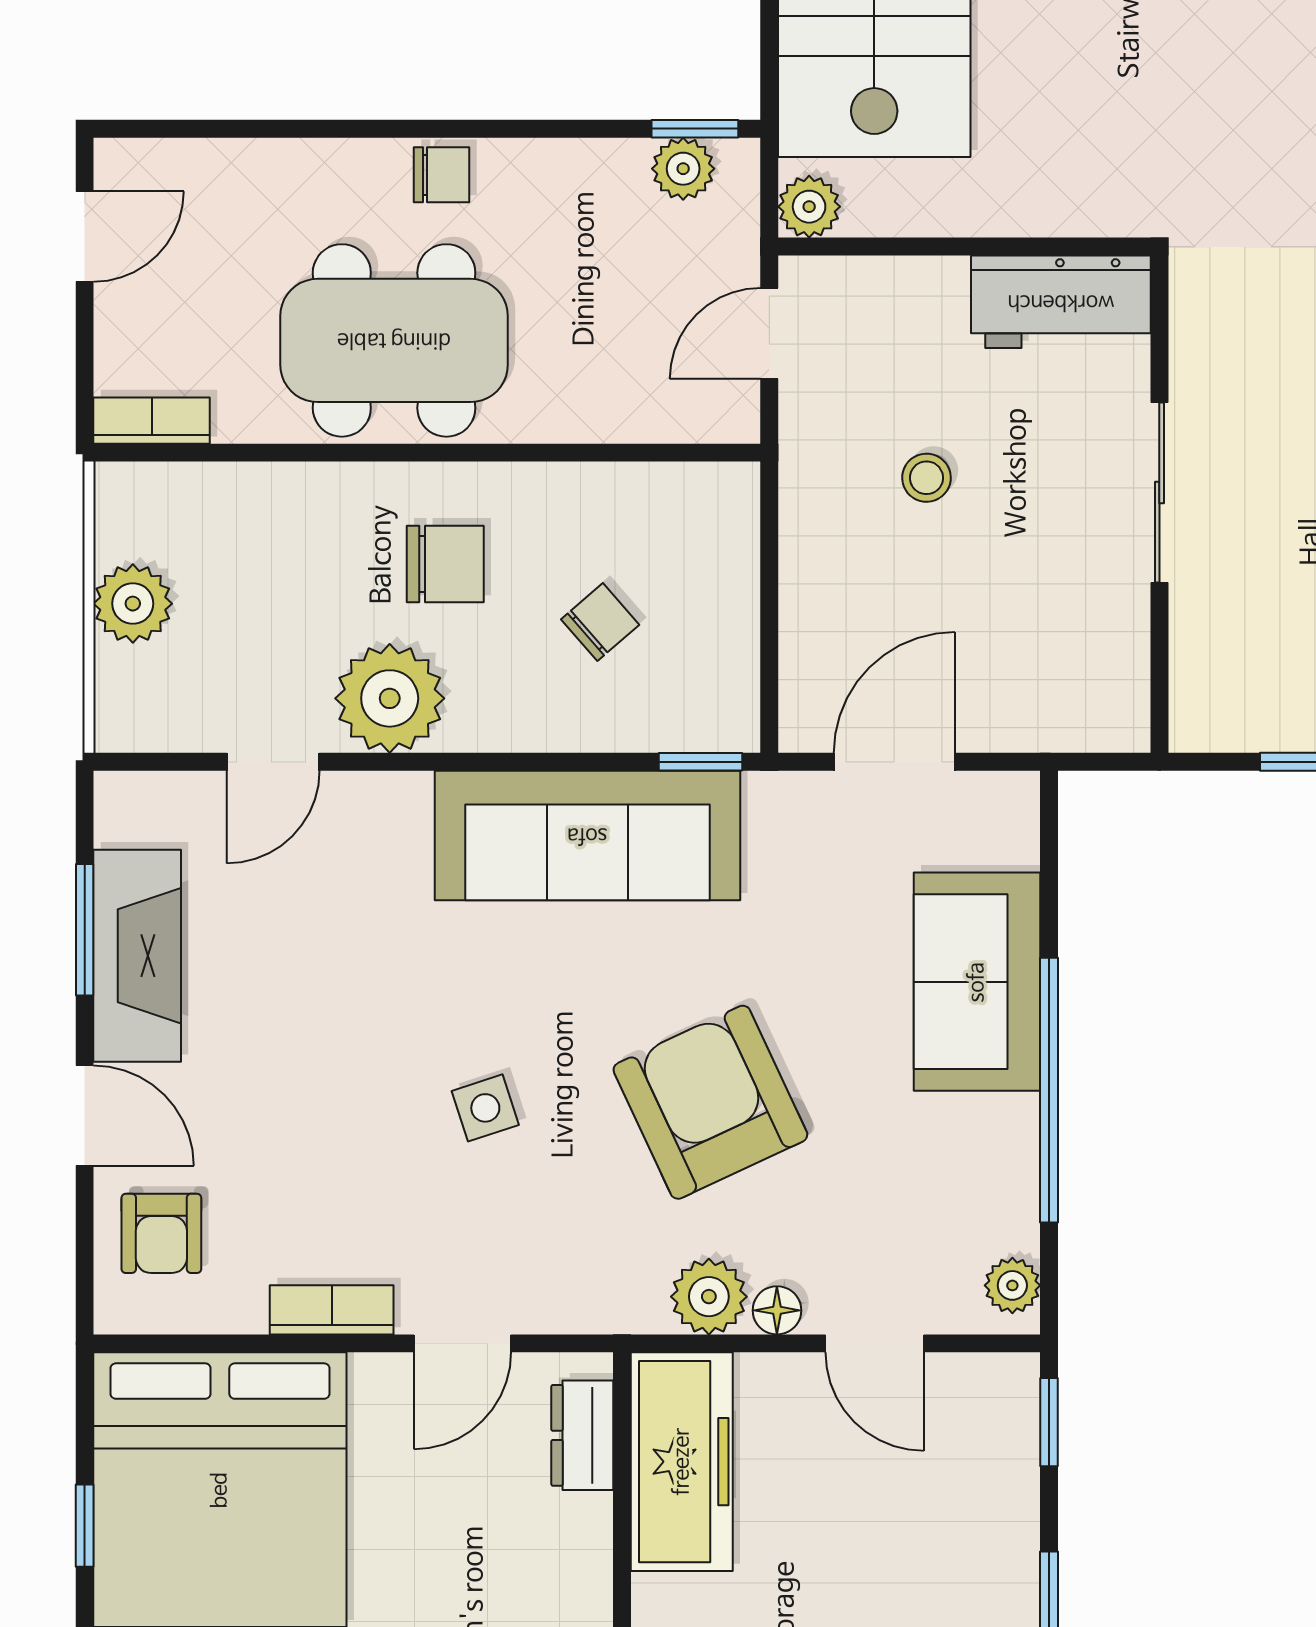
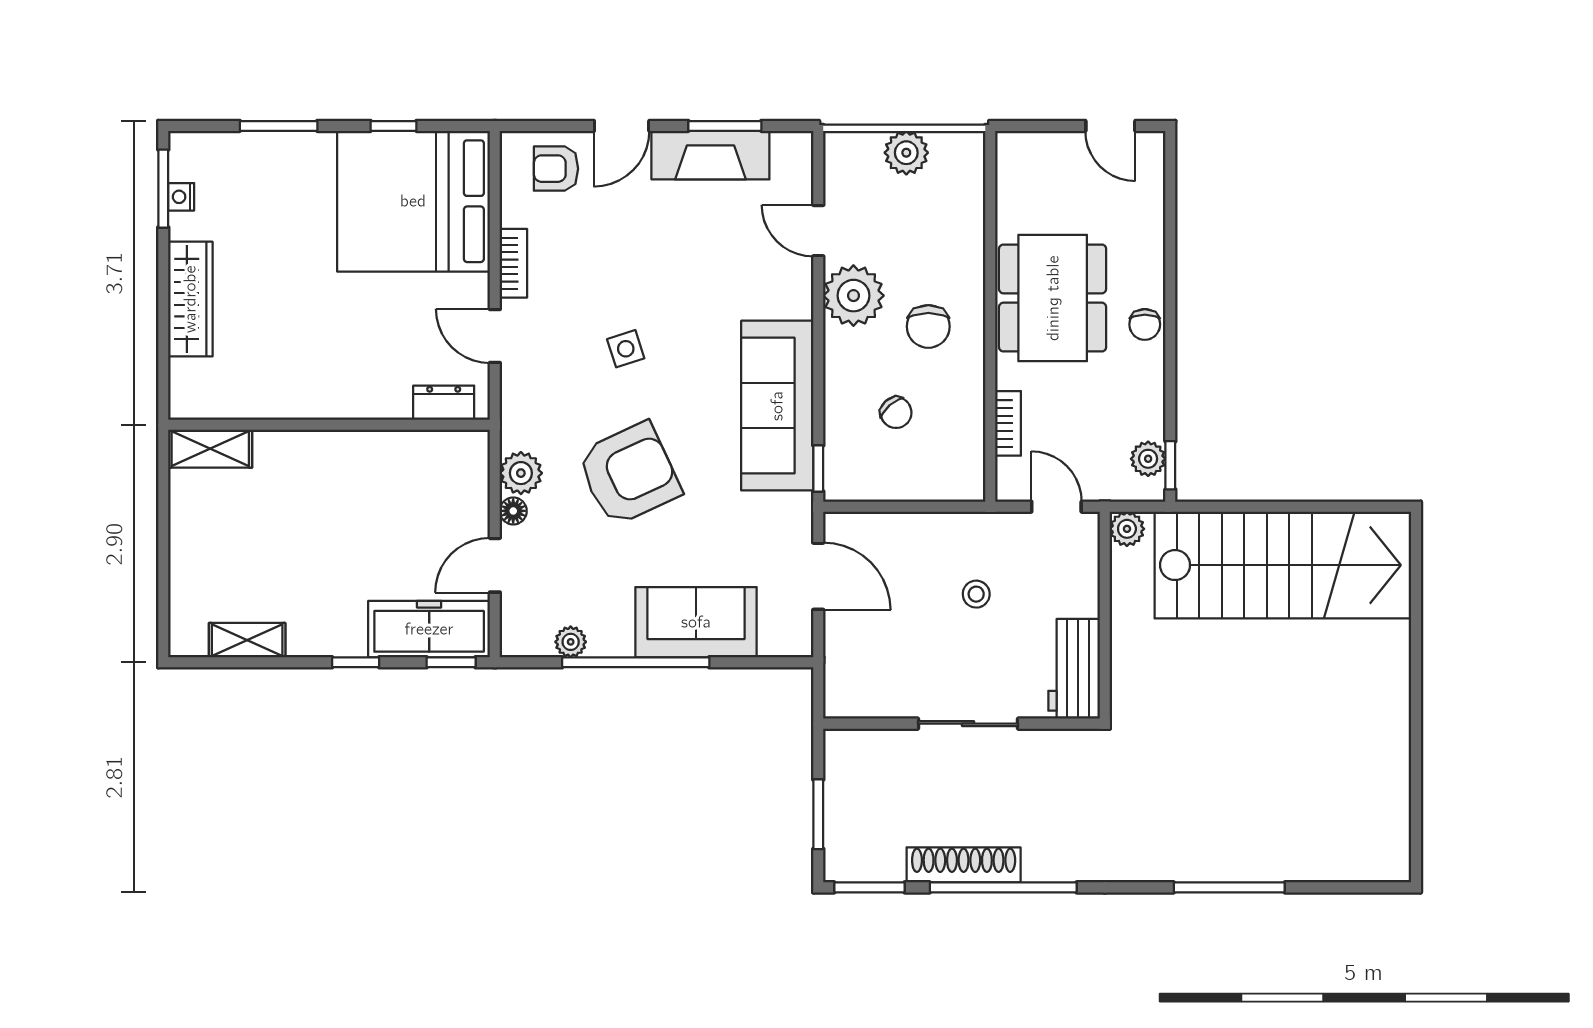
bookcase: (152, 421) -> (1008, 423), moved
plant: (1012, 1285) -> (571, 642), moved
freezer: (682, 1462) -> (429, 629), moved, turned 180

